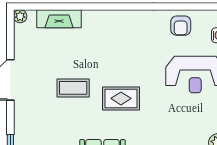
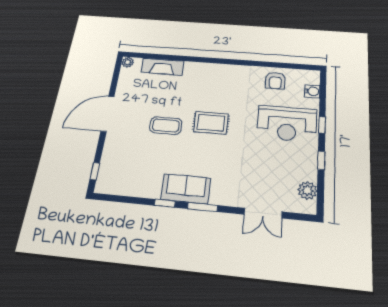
rug: (121, 98) -> (211, 123), moved

